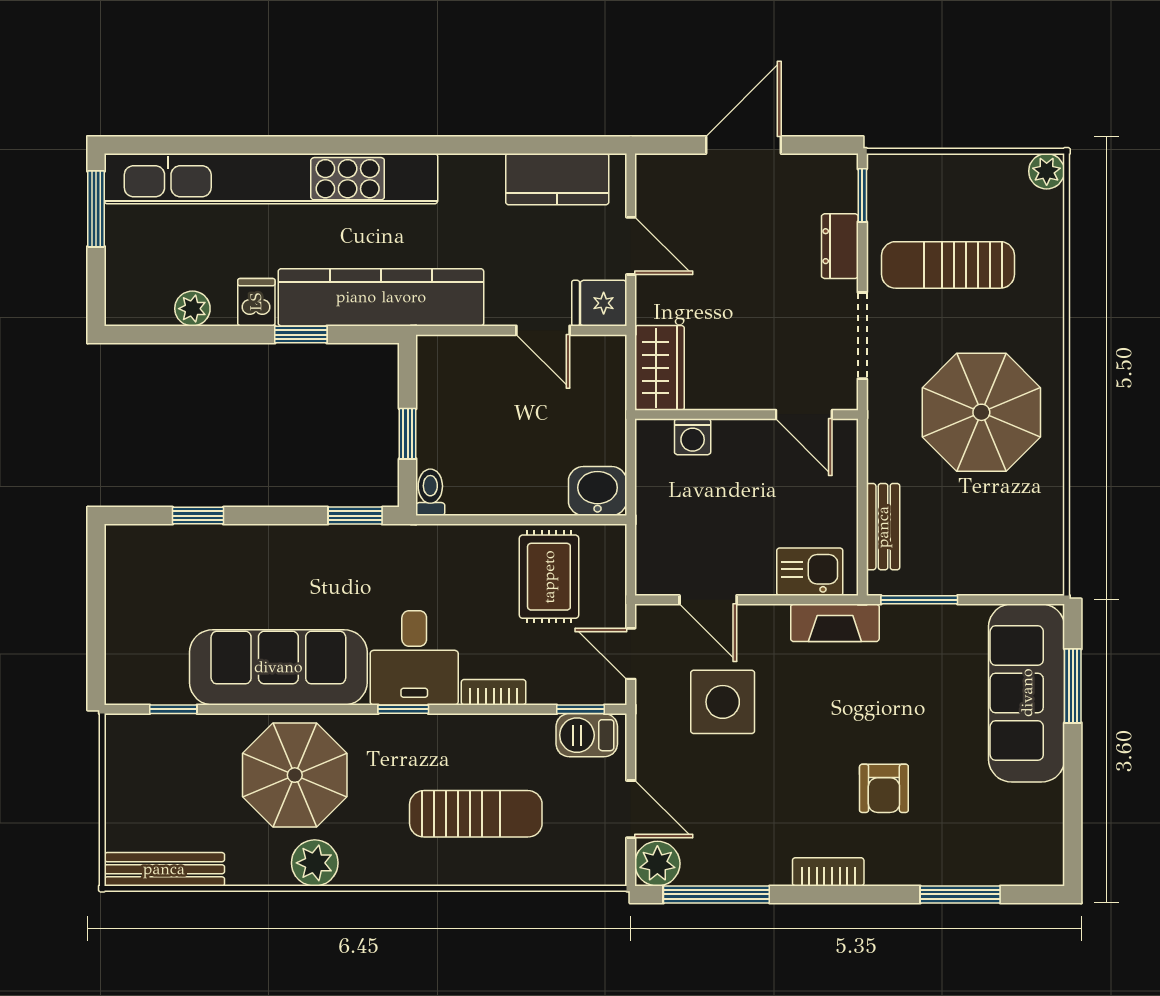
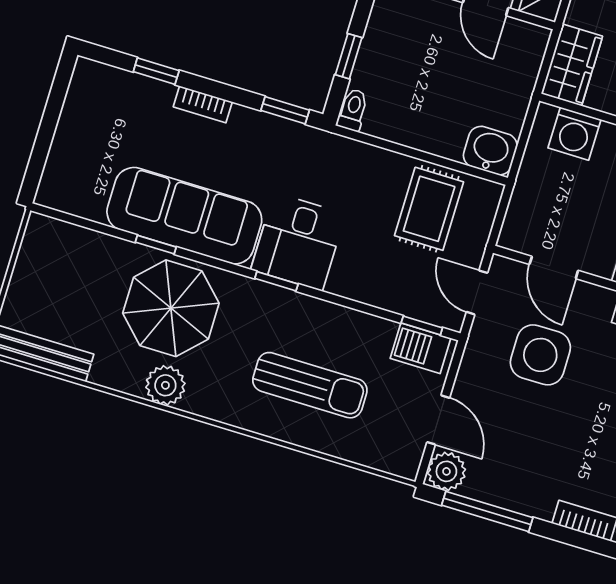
washing machine: (693, 437) -> (574, 134), width x1.38, depth x1.38
bookcase: (494, 692) -> (203, 104), moved, turned 180
window: (173, 709) -> (156, 245), moved

